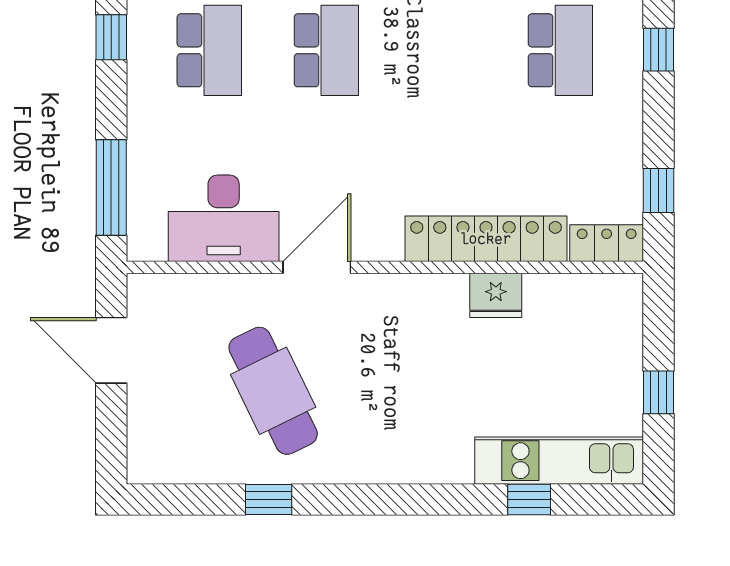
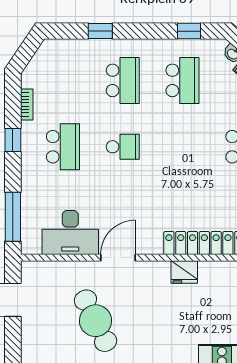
school desk: (326, 50) -> (123, 147), width x0.54
fridge: (496, 295) -> (184, 272), moved

